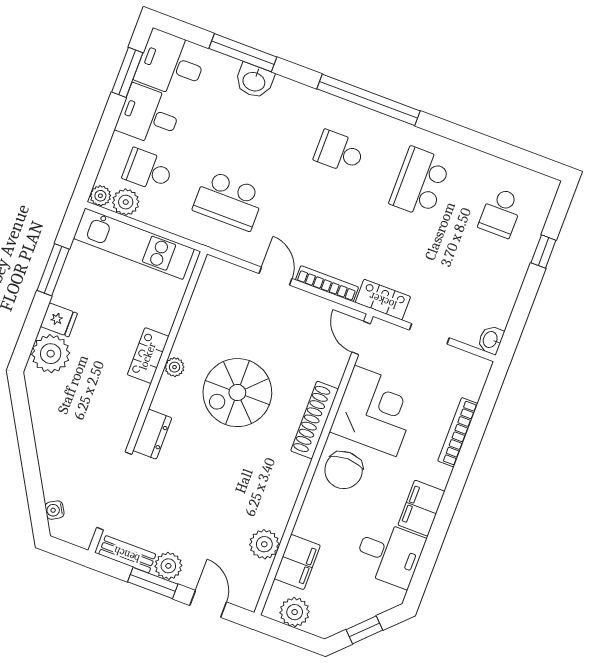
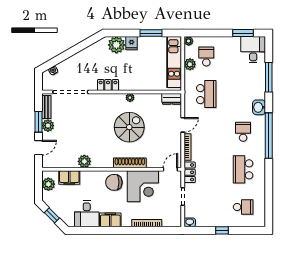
washbasin: (254, 81) -> (259, 107), moved
desk: (149, 115) -> (229, 49), removed
school desk: (420, 182) -> (243, 169), turned -90
school desk: (229, 200) -> (206, 94), turned 180
plant: (126, 202) -> (190, 64), moved
school desk: (501, 213) -> (243, 207), turned 180
window: (543, 251) -> (222, 230), moved
locker: (148, 356) -> (108, 85), moved
spiral stairs: (237, 393) -> (129, 127), turned 90
dresser: (152, 434) -> (172, 99), moved
plant: (264, 544) -> (84, 161), moved

